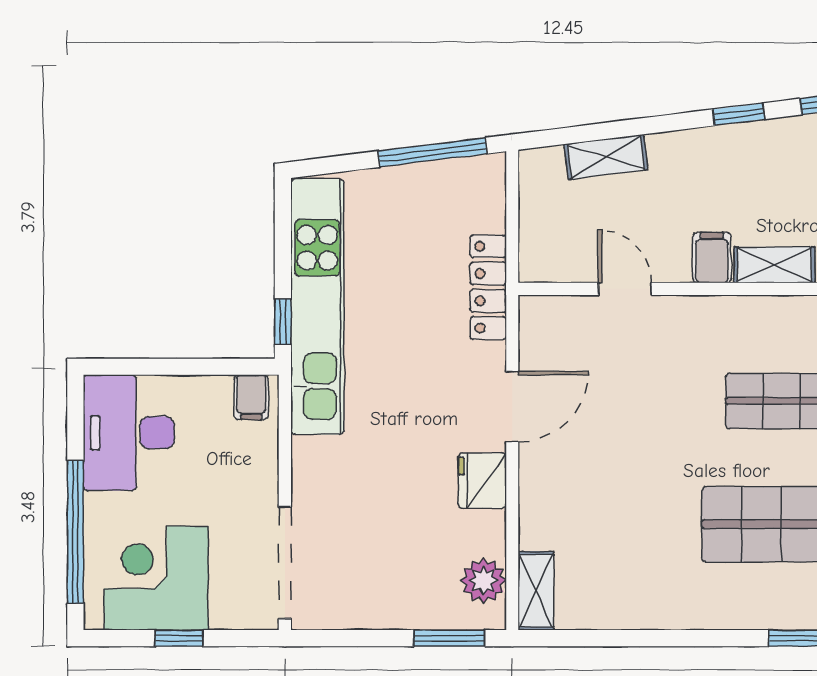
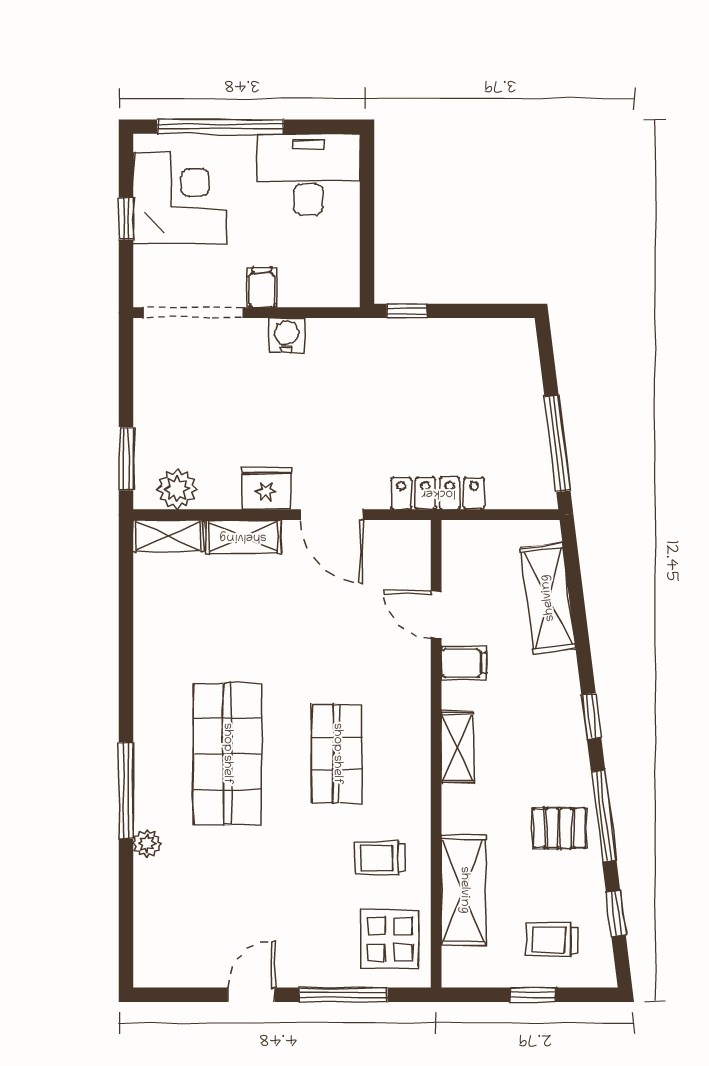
shelving: (606, 157) -> (548, 598), width x1.50, depth x1.33
filing cabinet: (712, 258) -> (464, 663), moved
door: (625, 289) -> (436, 615), swing flipped
kitchen unit: (317, 307) -> (420, 341), removed
filing cabinet: (251, 397) -> (262, 287), moved, turned 90
water cooler: (310, 457) -> (287, 335), added
shelving: (537, 506) -> (243, 537), added

